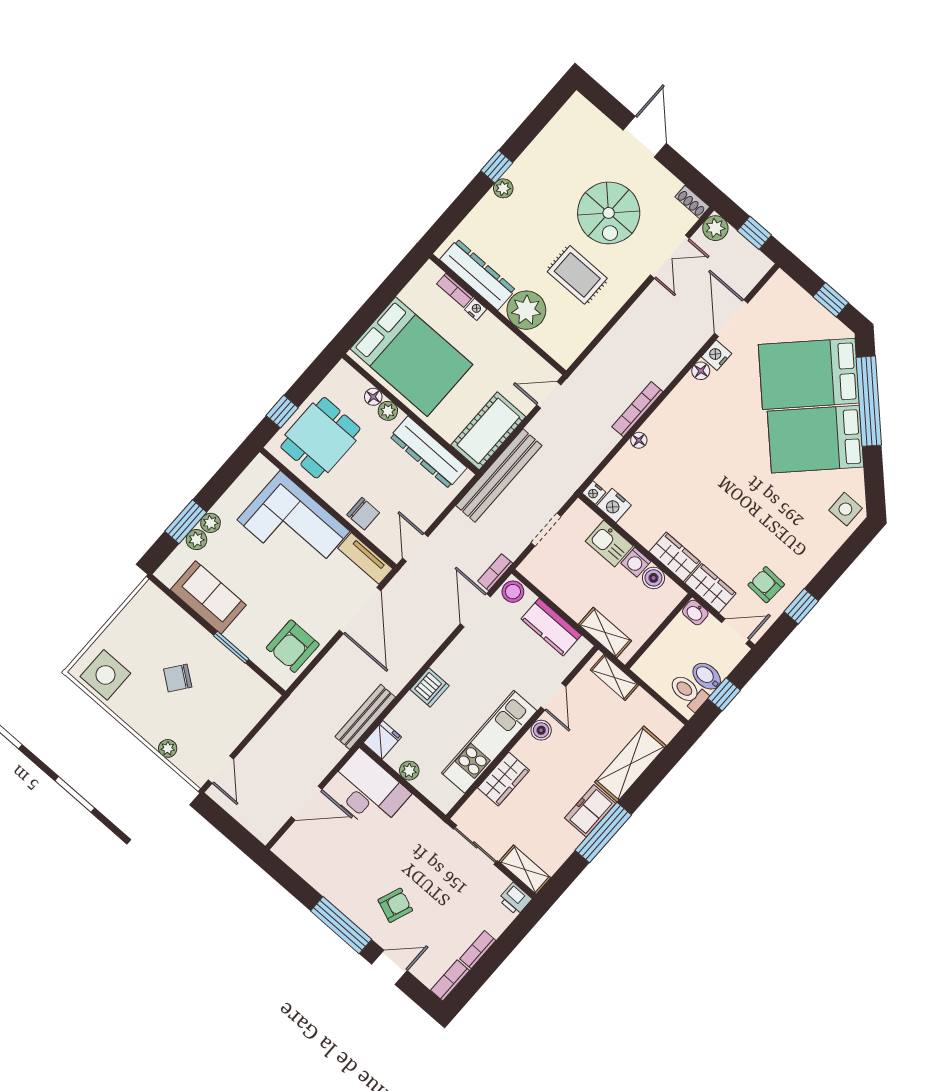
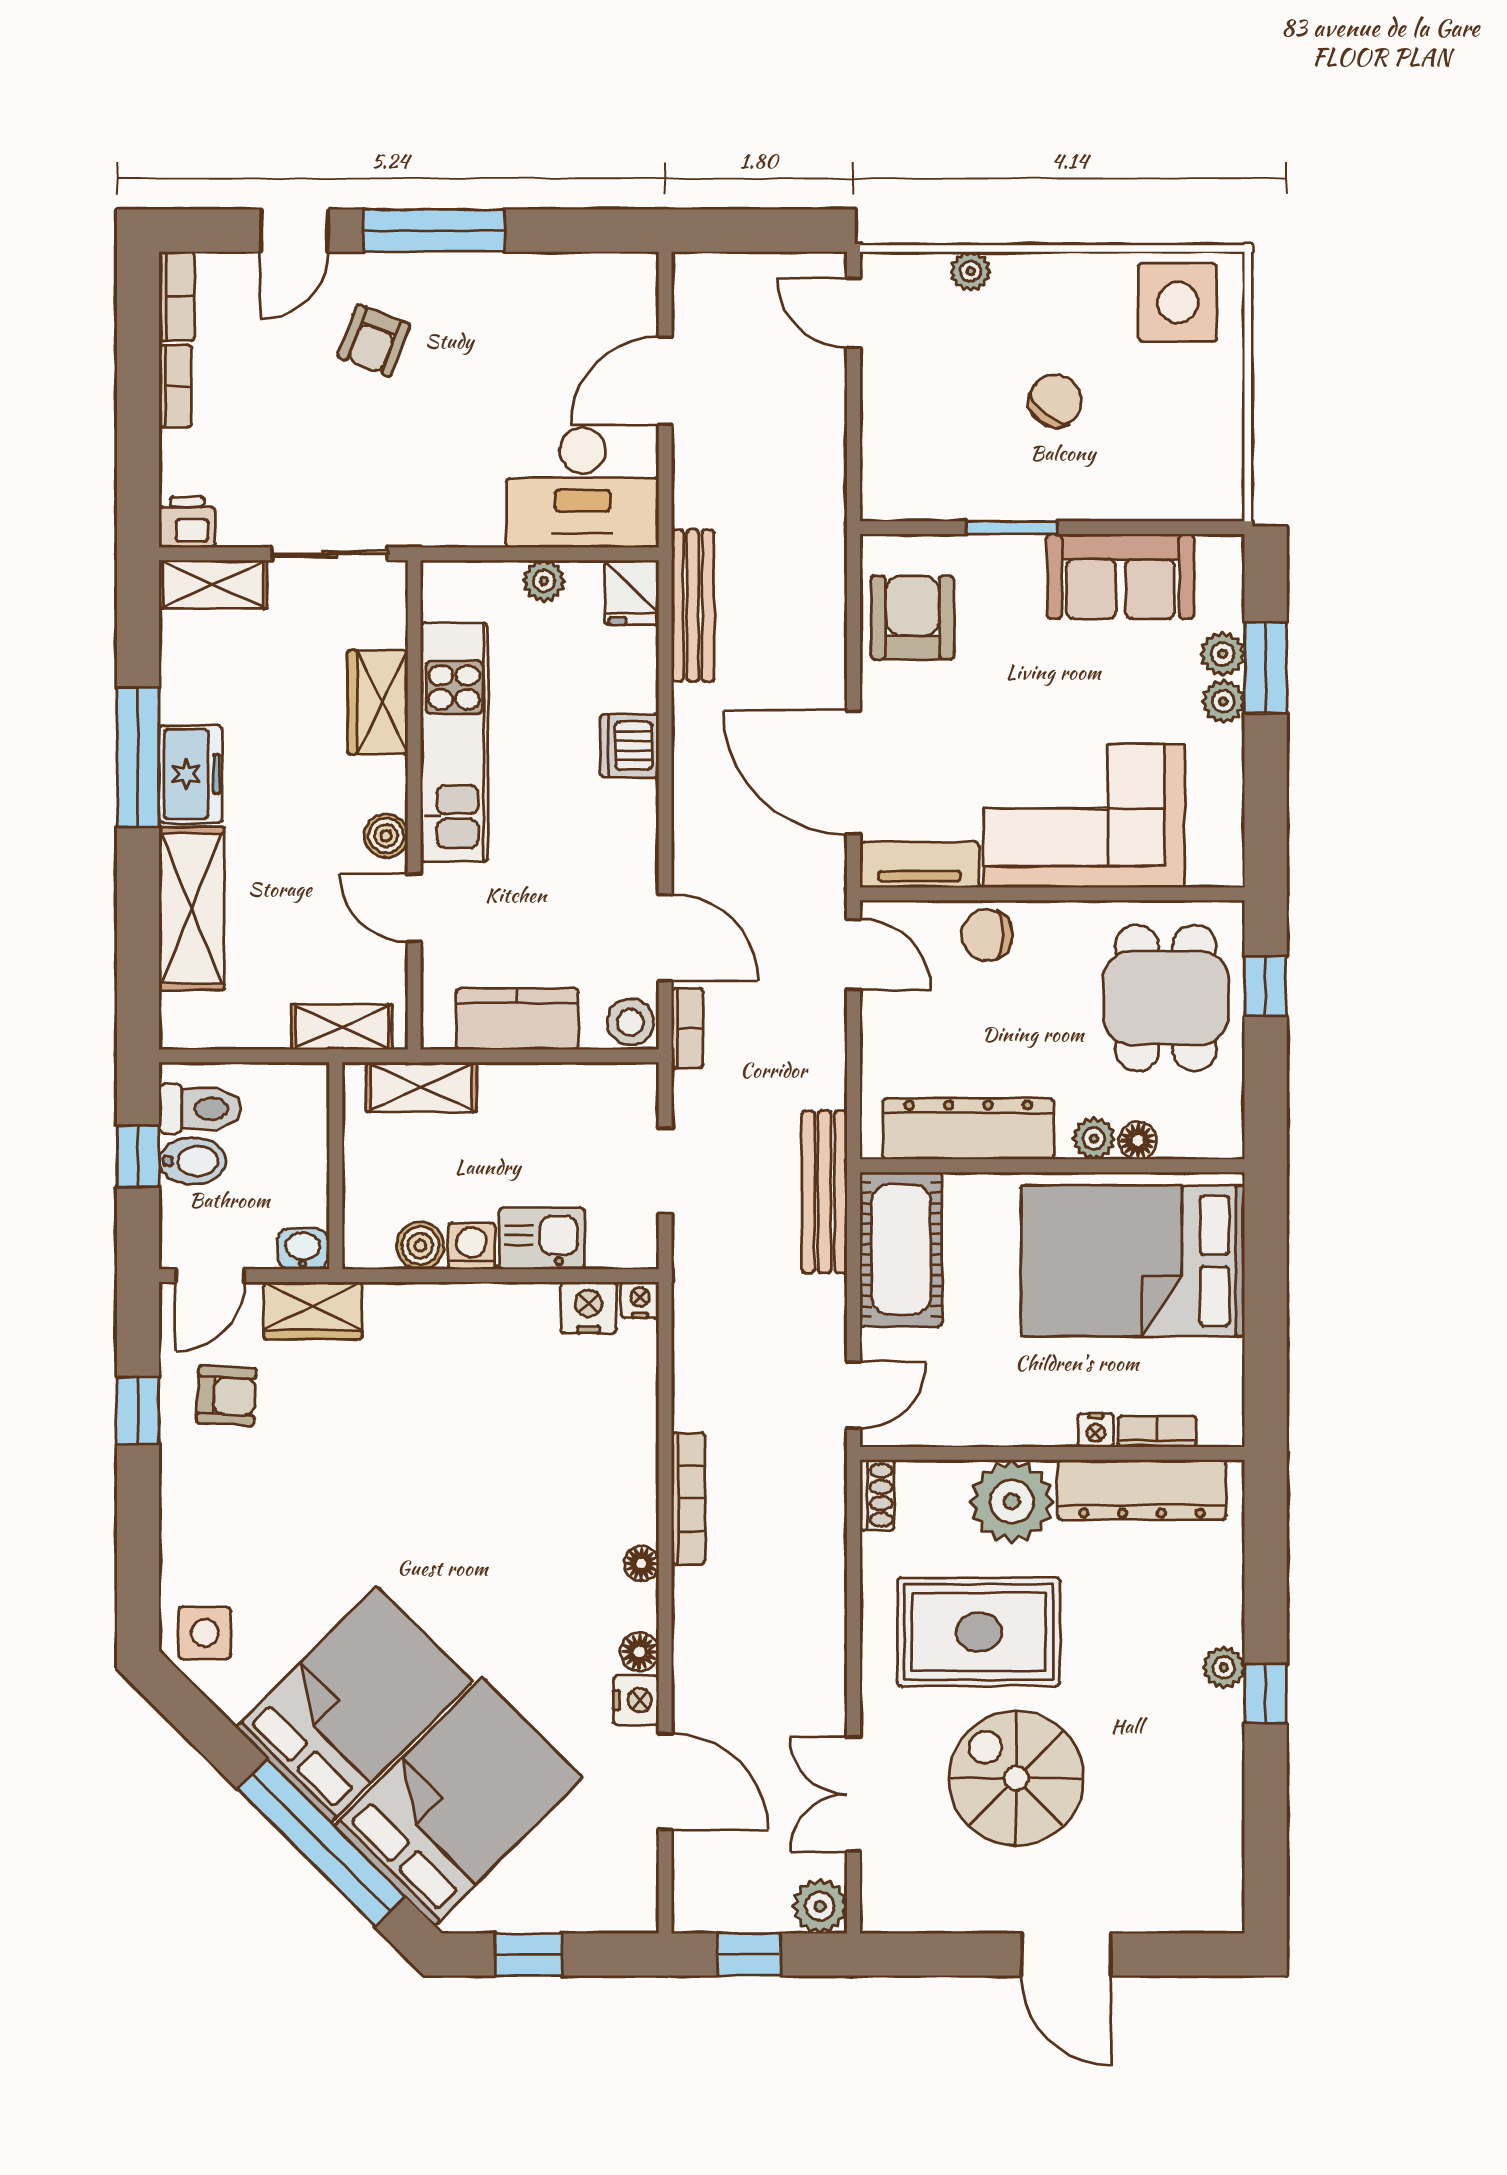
shoe rack: (692, 202) -> (877, 1495), moved, turned 90
rug: (577, 275) -> (979, 1632), width x1.36, depth x1.43
floor lamp: (639, 440) -> (641, 1563), moved
bench: (499, 476) -> (824, 1192), width x0.73, depth x0.82
wardrobe: (675, 557) -> (416, 1311), removed

